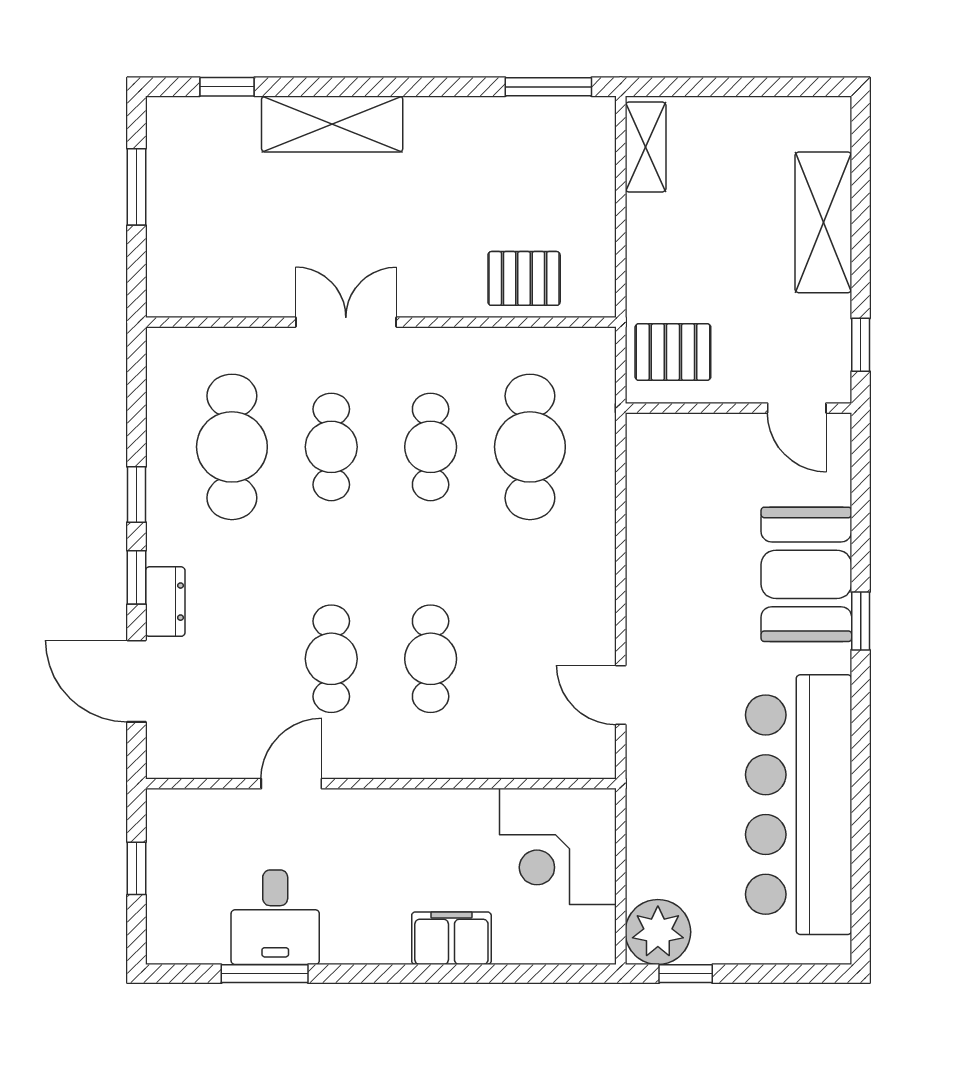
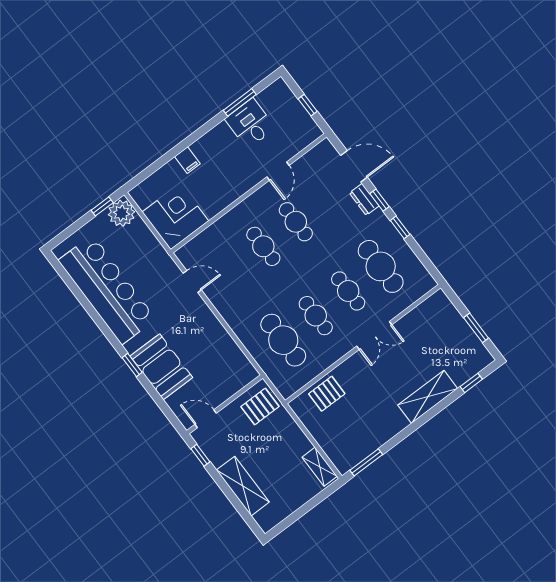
filing cabinet: (451, 938) -> (187, 160), width x0.50

